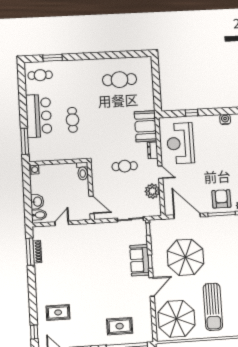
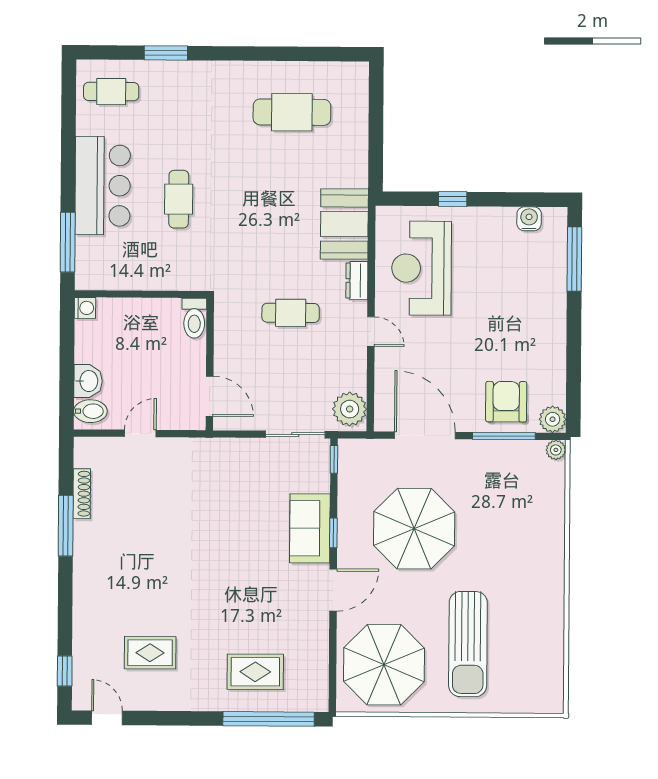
window: (53, 58) -> (166, 53), moved
plant: (152, 191) -> (350, 409), moved
window: (30, 252) -> (66, 526), moved
rug: (58, 312) -> (150, 653), moved

